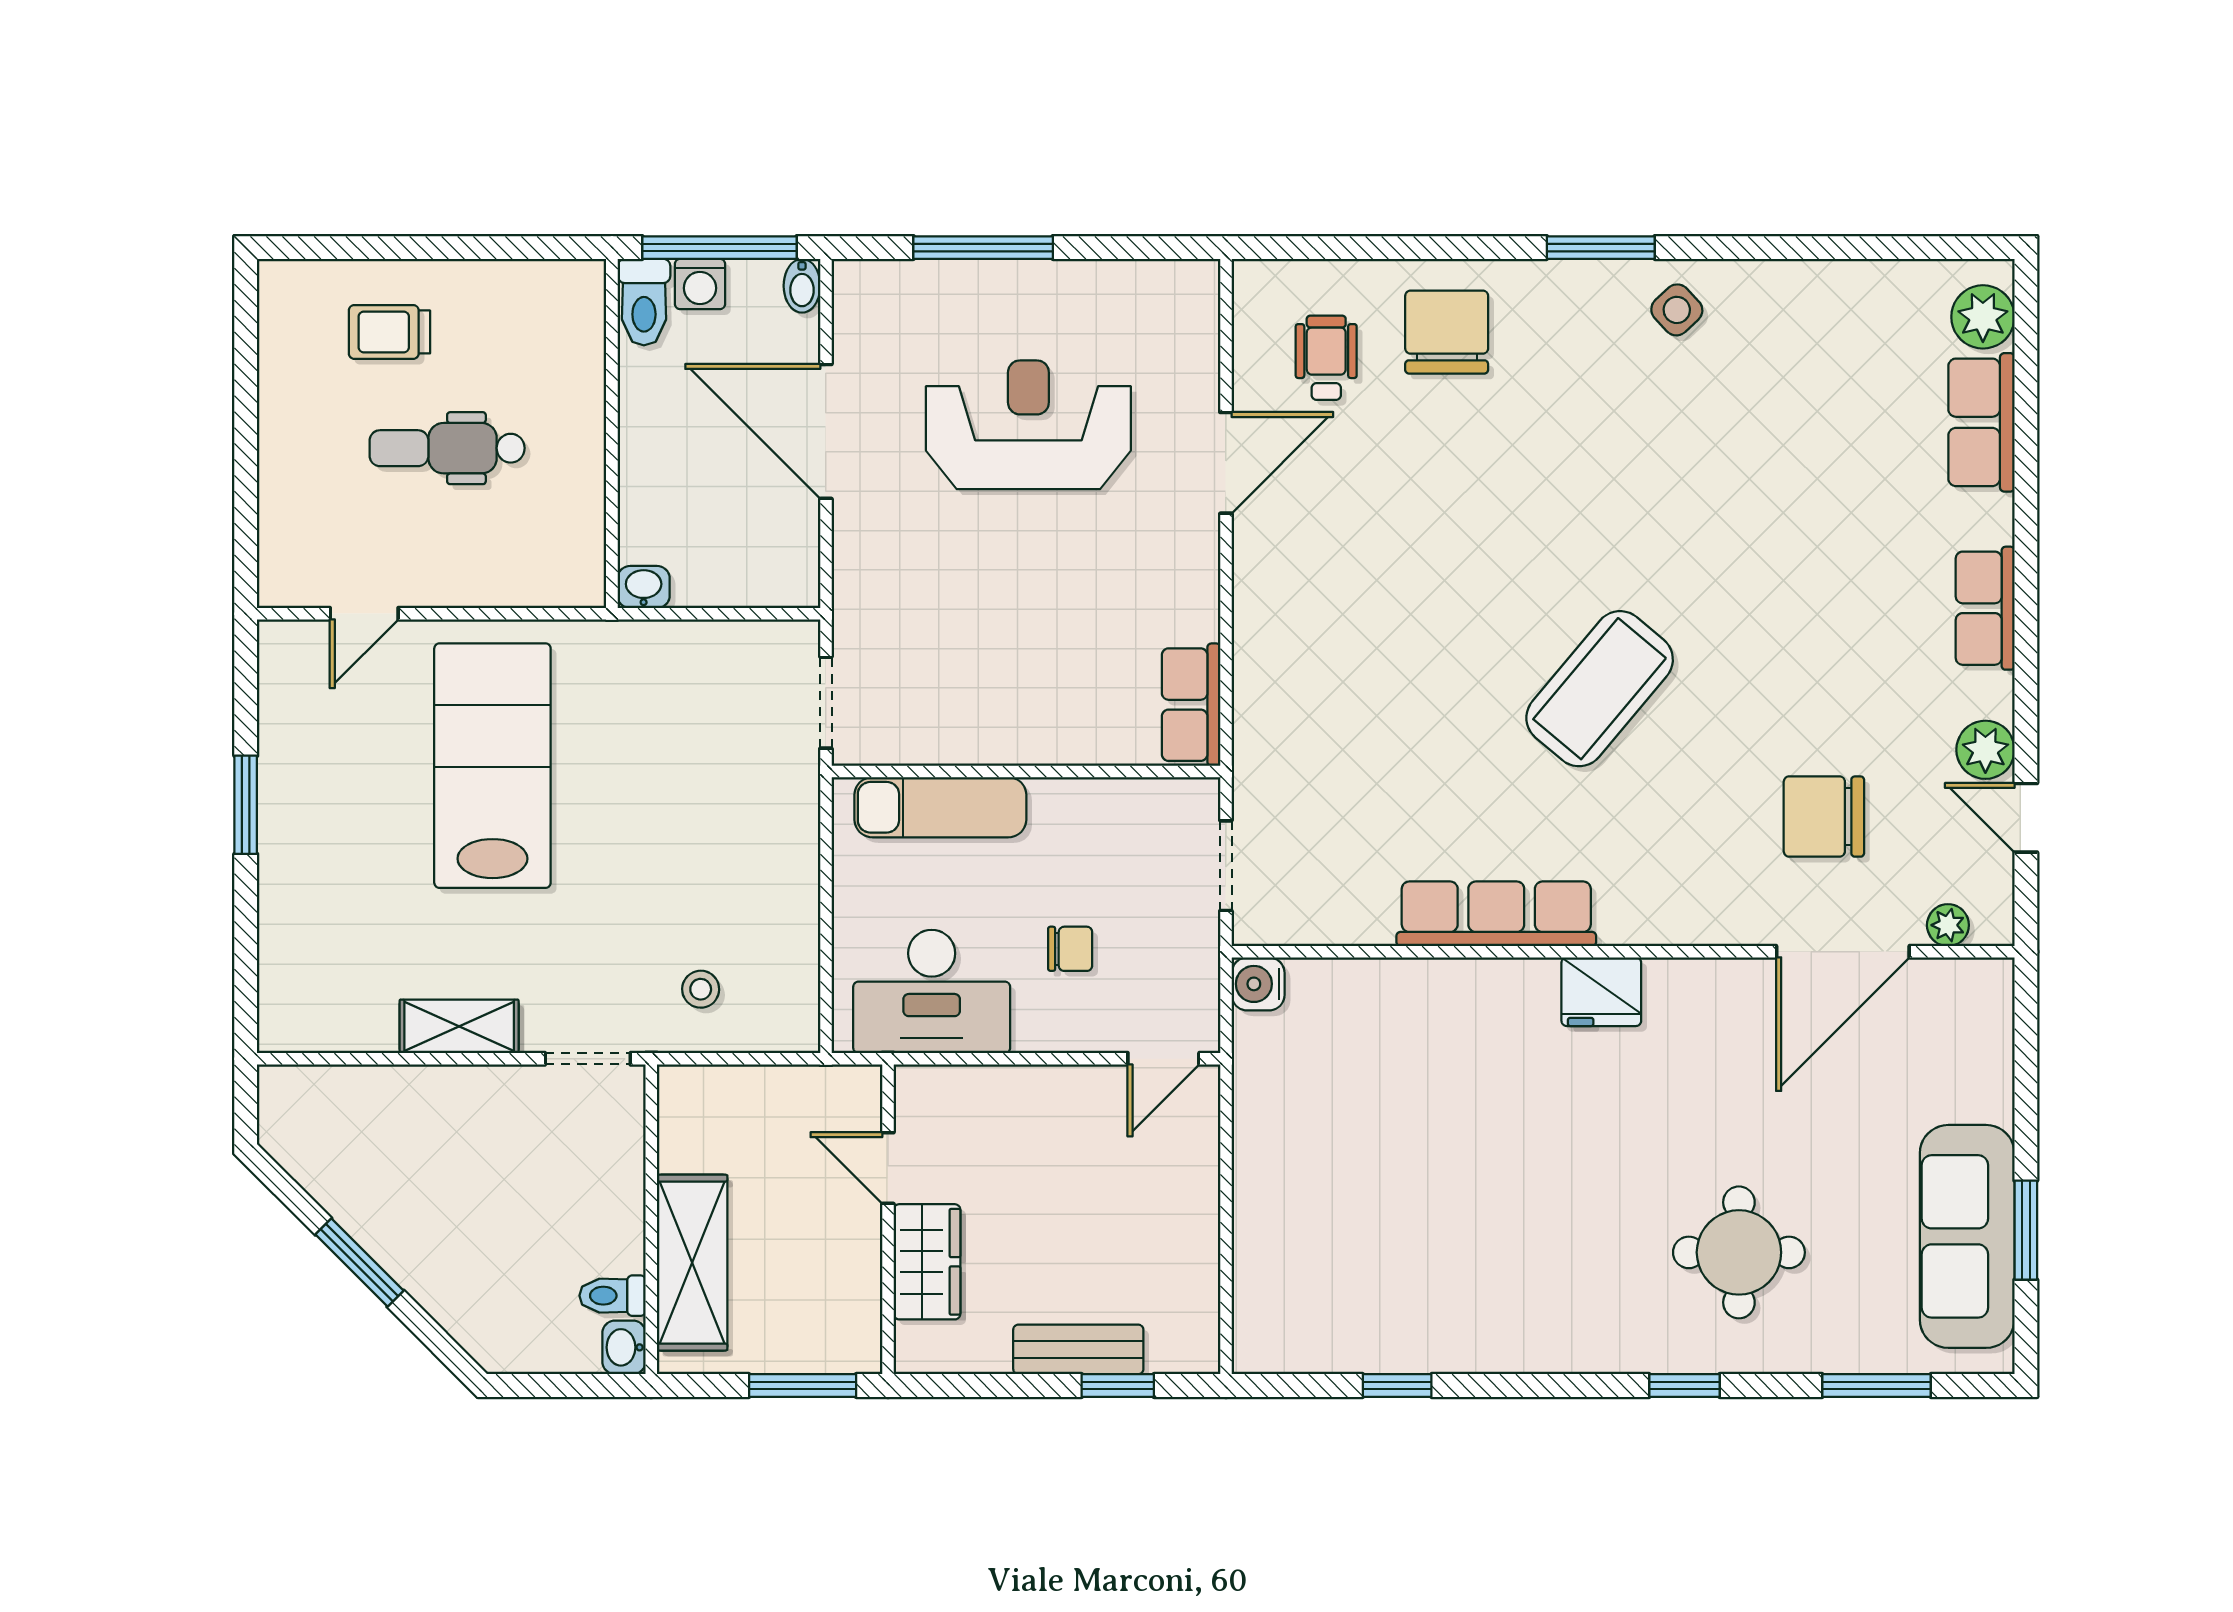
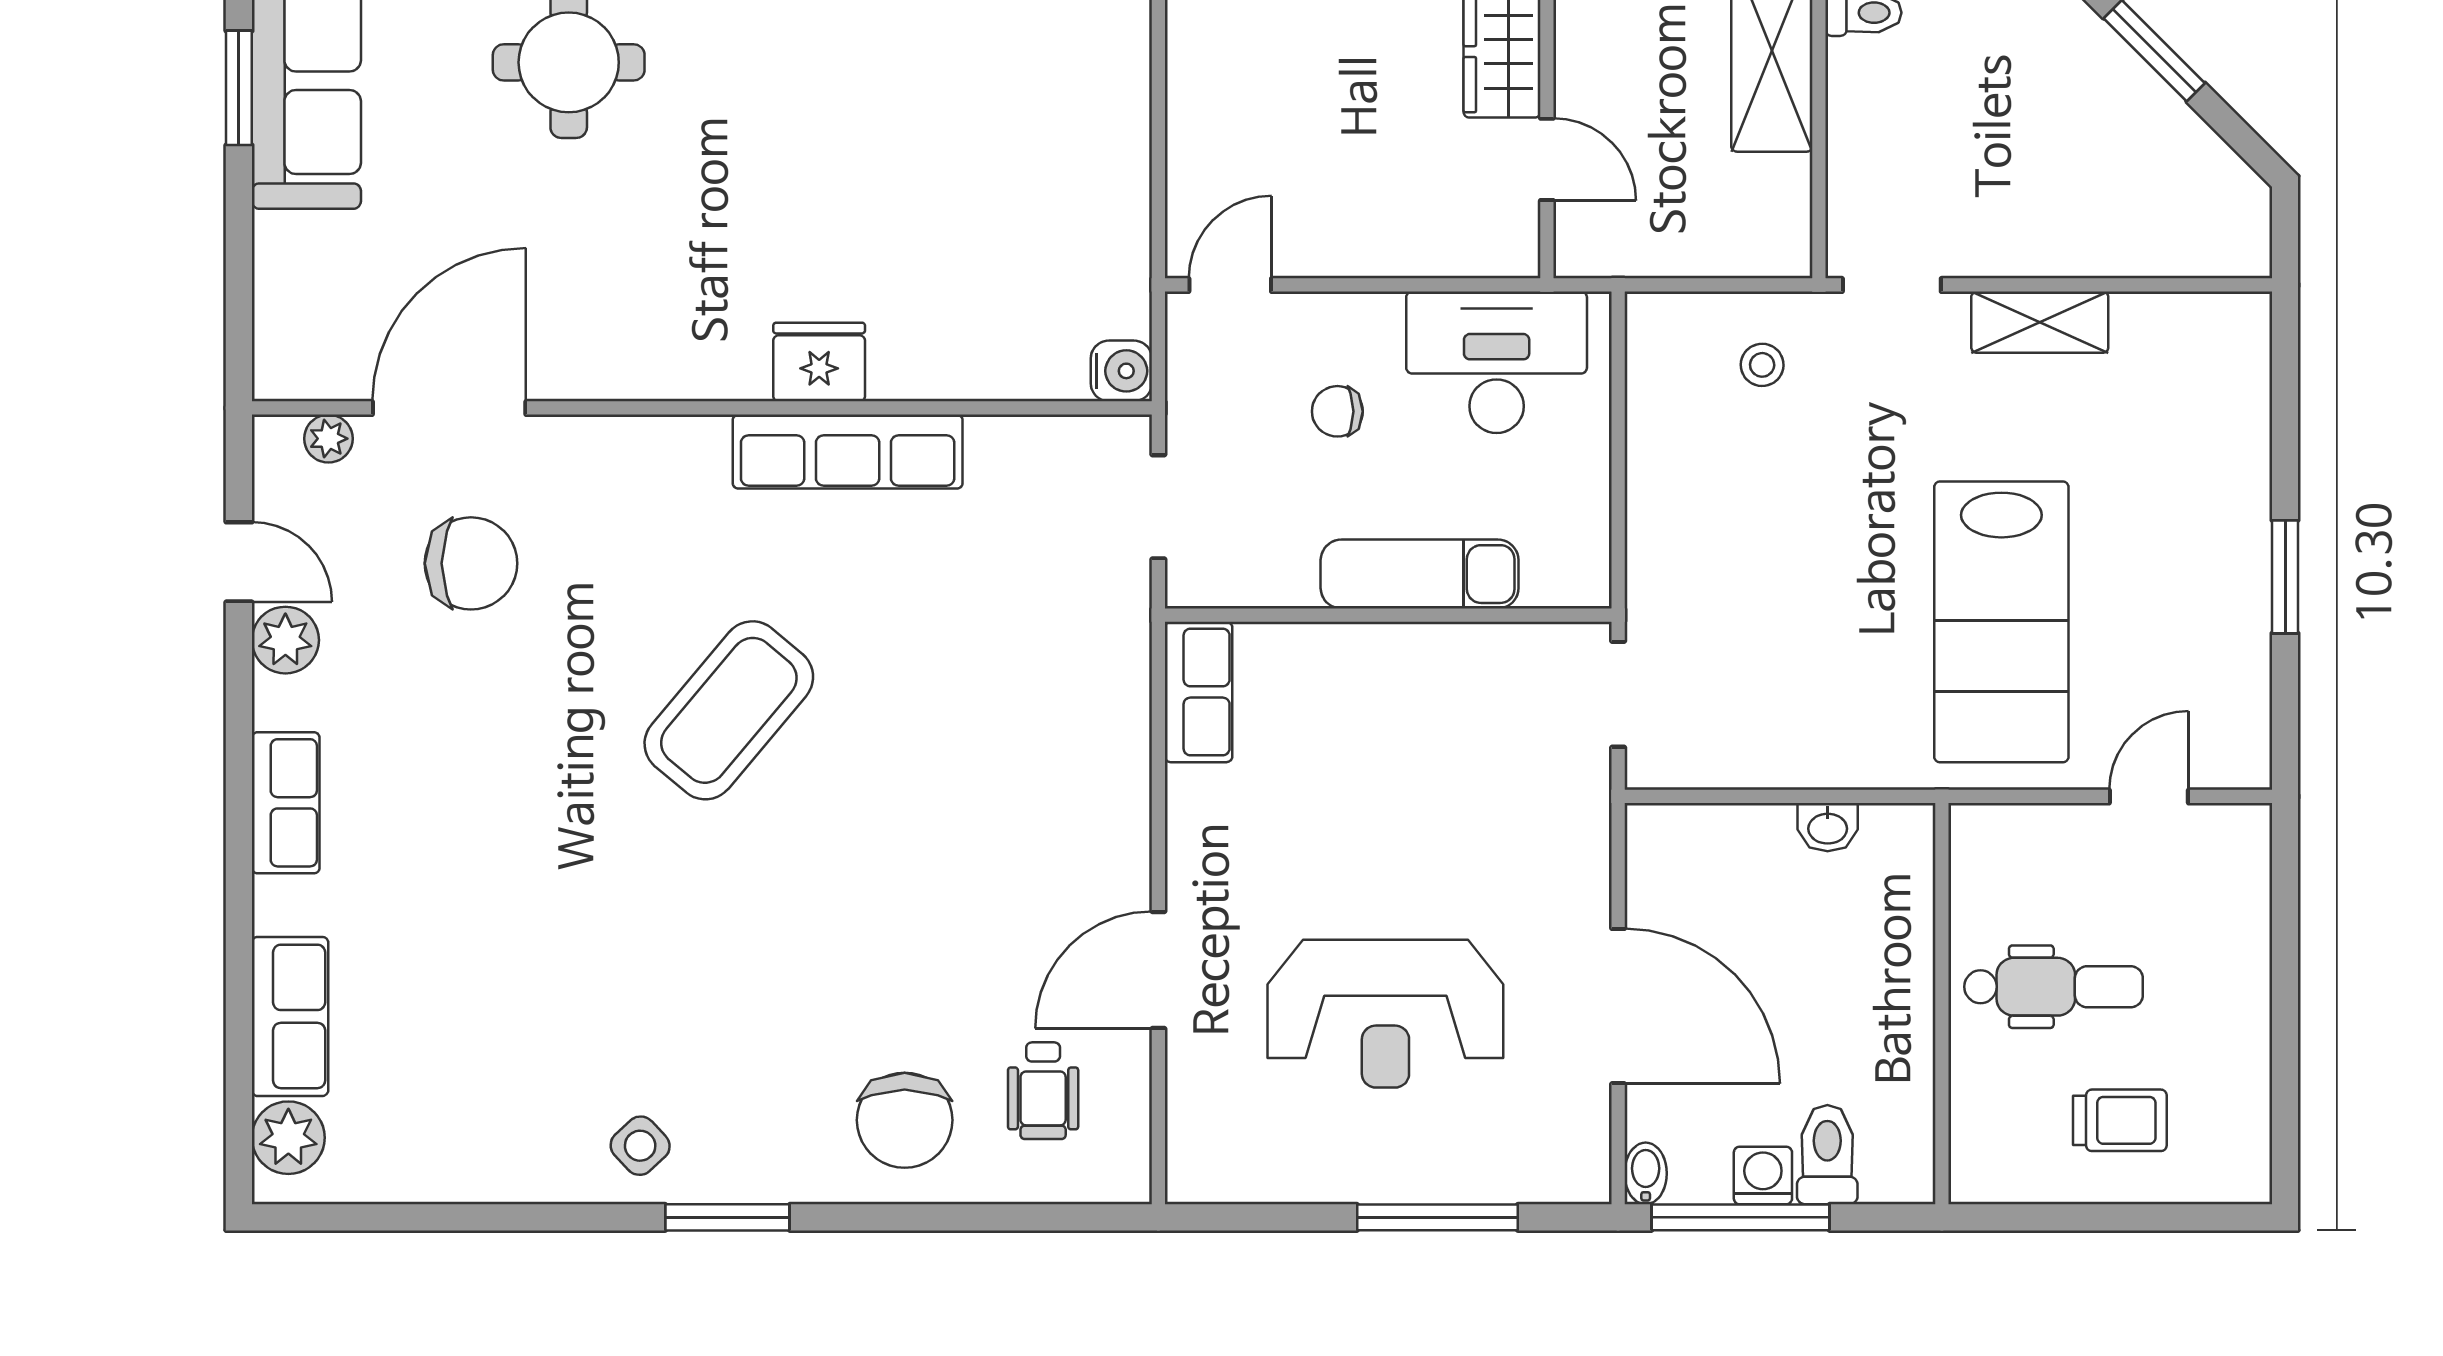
wall: (612, 433) -> (1942, 1004), moved
exam couch: (940, 807) -> (1420, 574), moved
fridge: (1601, 992) -> (819, 362), moved

